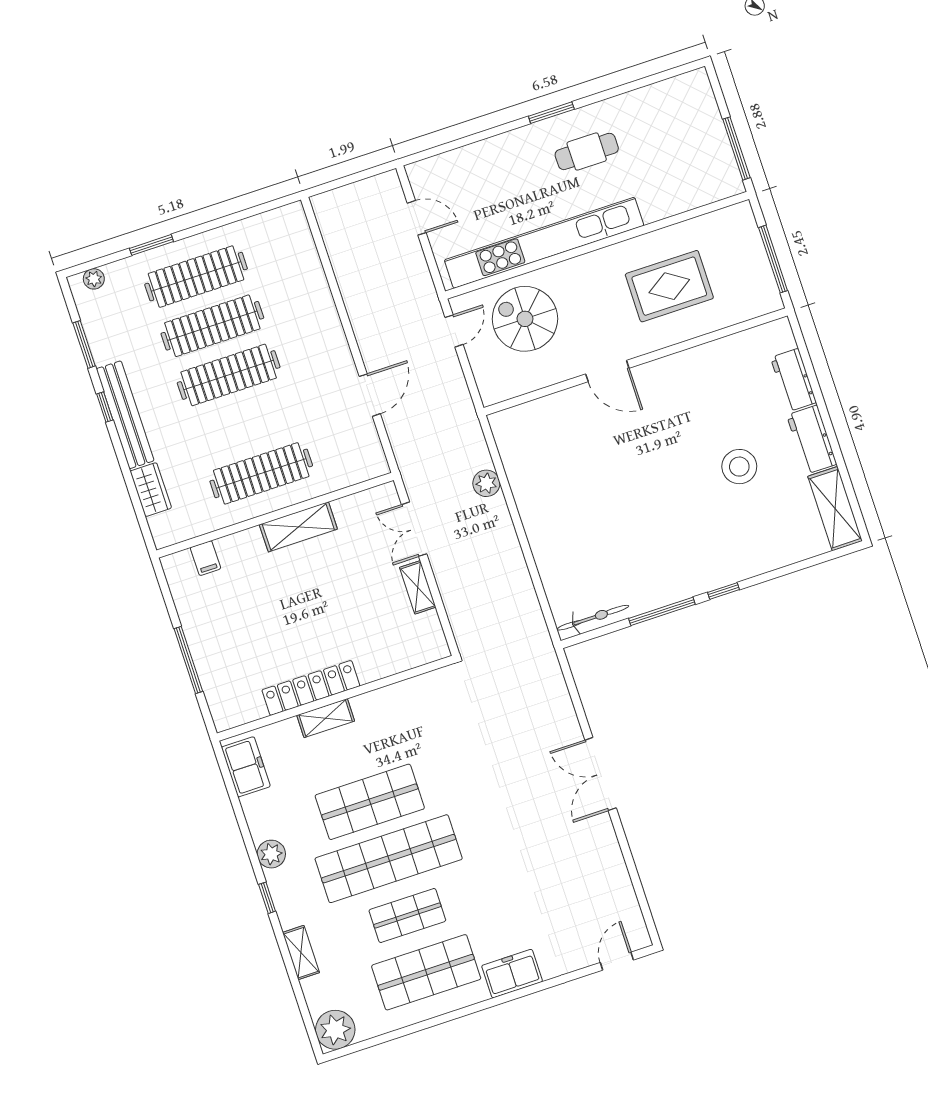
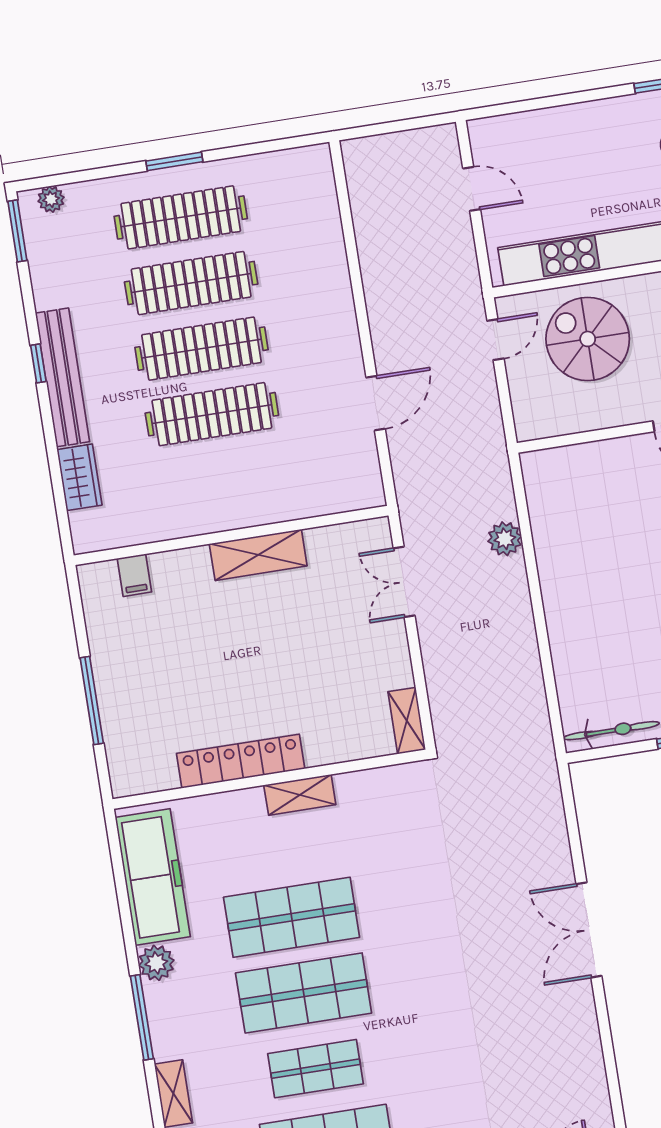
window: (151, 245) -> (174, 161), moved
window: (84, 344) -> (17, 231), moved
clothes rail: (261, 473) -> (212, 414), moved
shelving: (418, 587) -> (407, 721), moved
shelving: (326, 718) -> (300, 795), moved
freezer: (246, 767) -> (153, 877), width x1.91, depth x1.26
shop shelf: (389, 859) -> (304, 993), width x0.71
window: (267, 898) -> (142, 1017), width x2.17

